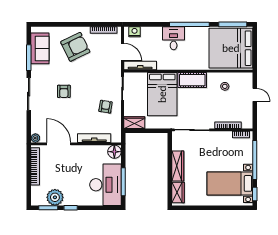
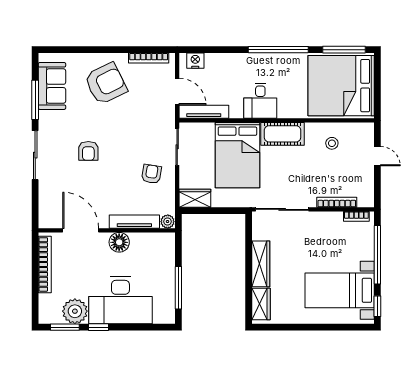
desk: (174, 38) -> (260, 101), moved, turned 180
plant: (35, 138) -> (168, 222), moved
floor lamp: (114, 152) -> (119, 242), moved
desk: (106, 185) -> (120, 300), moved, turned 90

